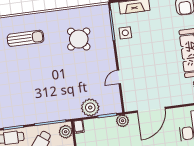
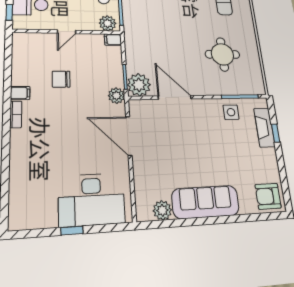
round table: (79, 39) -> (222, 54), turned 38
door: (119, 77) -> (175, 97), width x1.87
plant: (90, 108) -> (139, 85), moved

